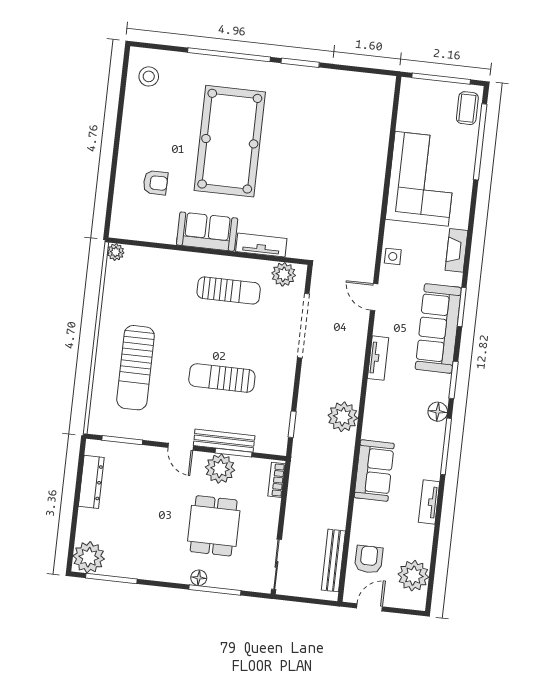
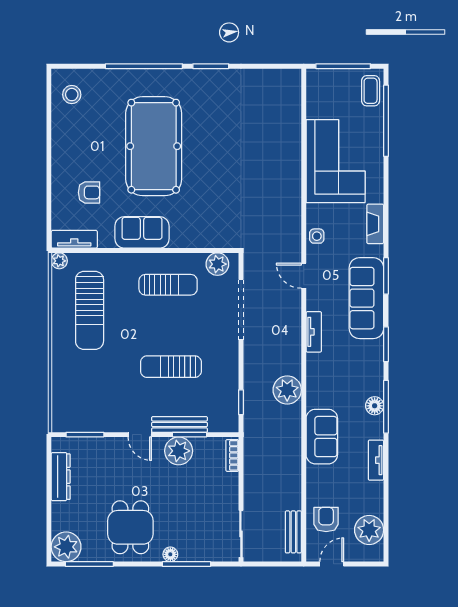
tv unit: (261, 245) -> (74, 239), moved
sun lounger: (136, 368) -> (90, 310), moved
floor lamp: (438, 412) -> (375, 406), moved
dining table: (214, 526) -> (130, 527), moved
bench: (333, 560) -> (293, 532), width x0.73

